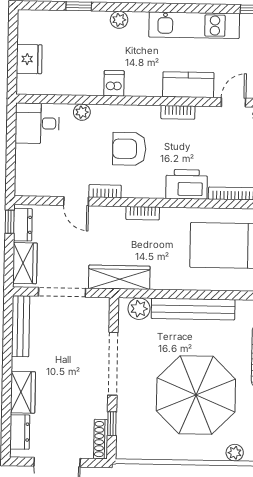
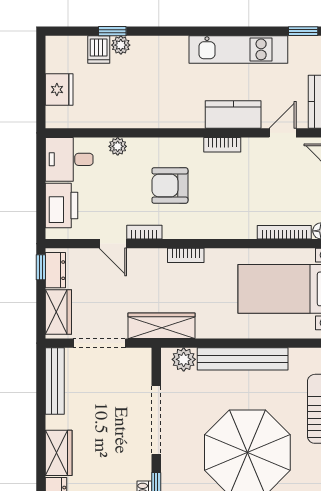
plant: (119, 20) -> (121, 45), moved
dishwasher: (114, 83) -> (99, 50), moved, turned 180
printer: (187, 184) -> (62, 206), moved, turned 90

